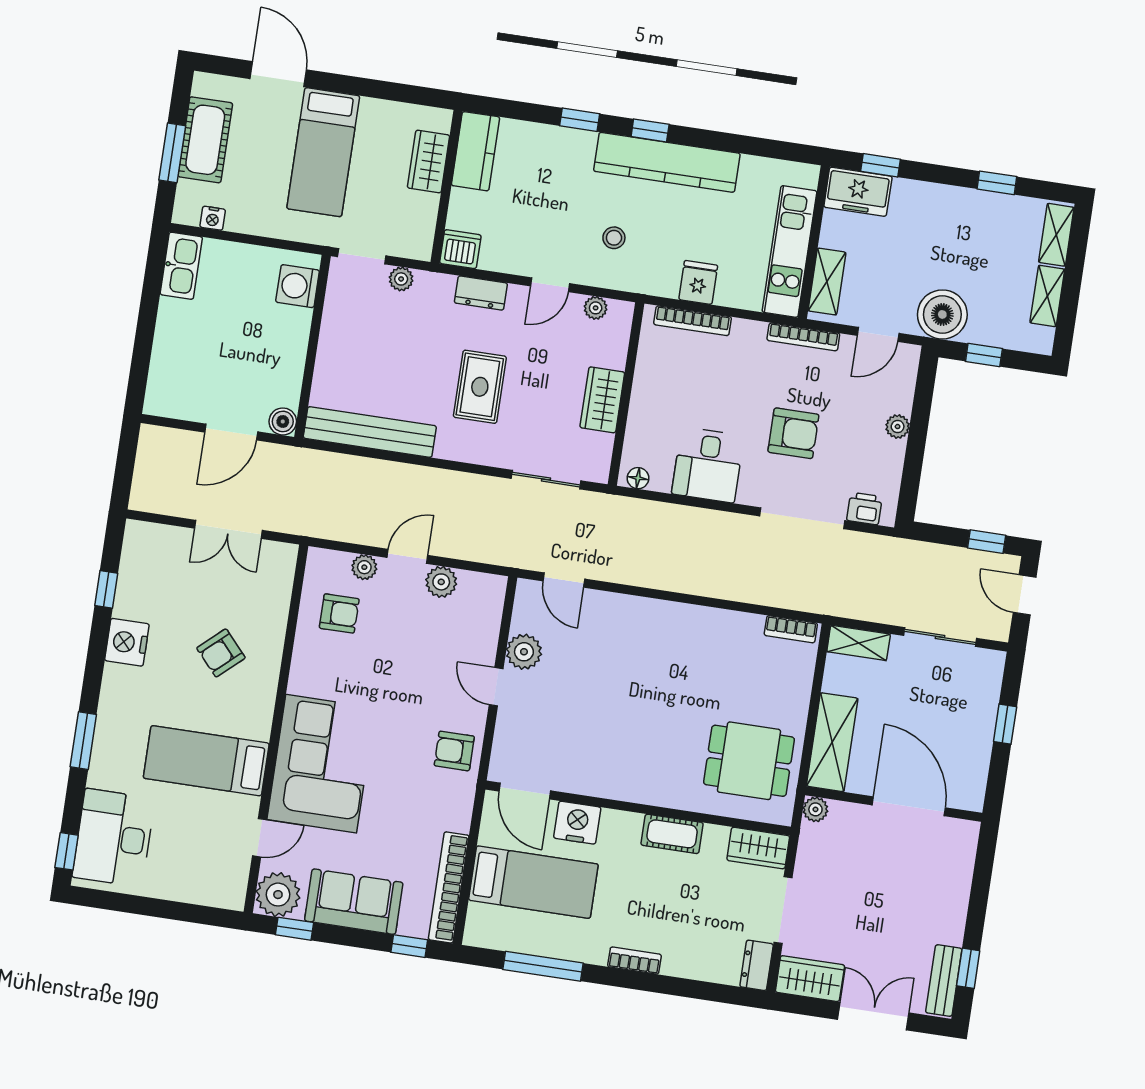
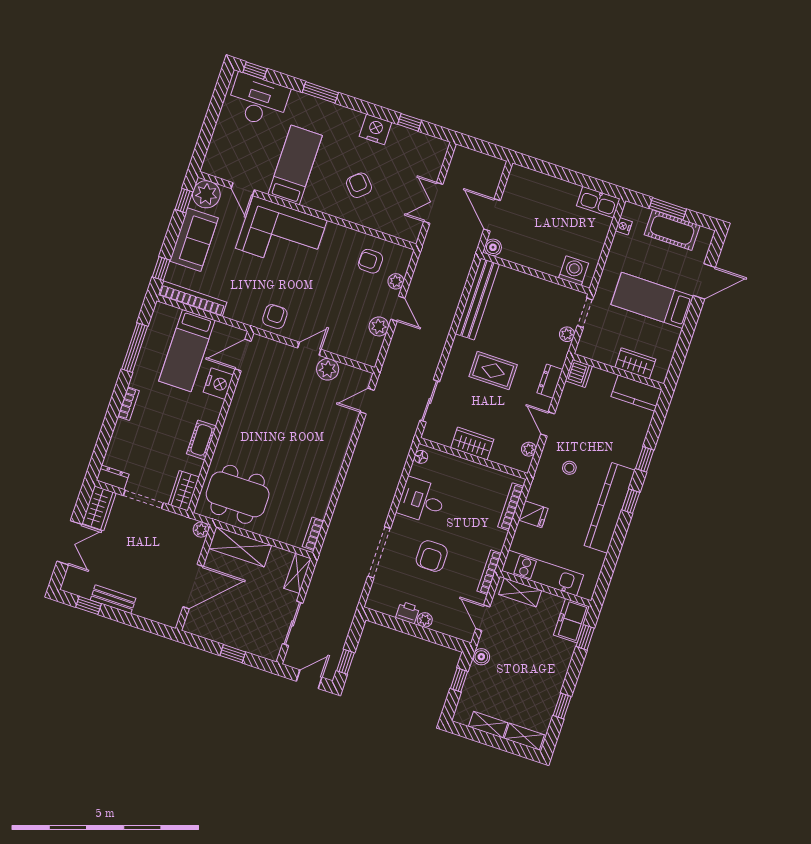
boiler: (942, 314) -> (481, 657), width x0.54, depth x0.54
printer: (864, 509) -> (408, 613), moved, turned -90
armchair: (339, 613) -> (370, 261), turned 91
dining table: (749, 761) -> (238, 494), width x1.38
bench: (944, 981) -> (113, 599), moved

